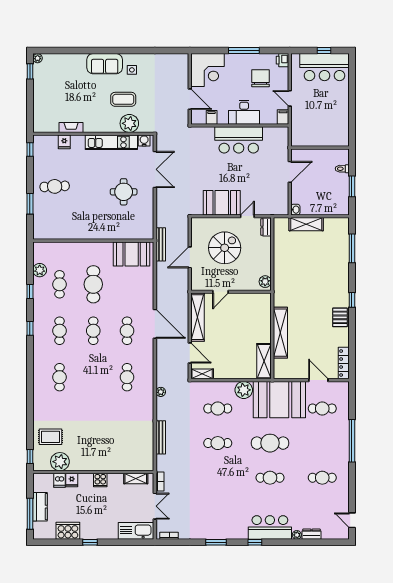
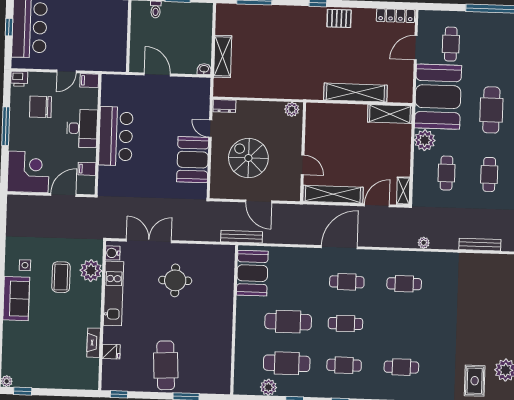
cafe table: (55, 186) -> (166, 365), width x1.37, depth x1.35
cafe table: (60, 284) -> (287, 363), width x1.37, depth x1.35

